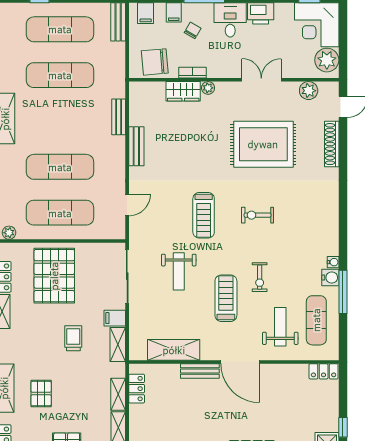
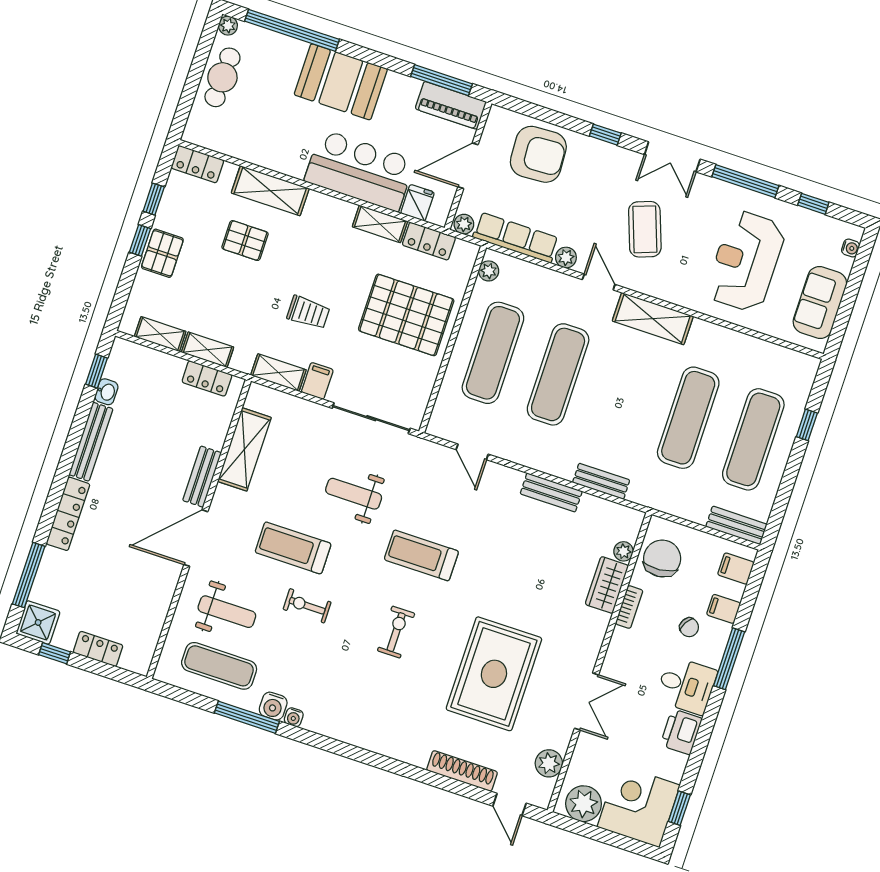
plant: (208, 88) -> (624, 551), moved
treadmill: (226, 298) -> (293, 548), turned 180
locker: (324, 371) -> (98, 649), moved, turned 90

